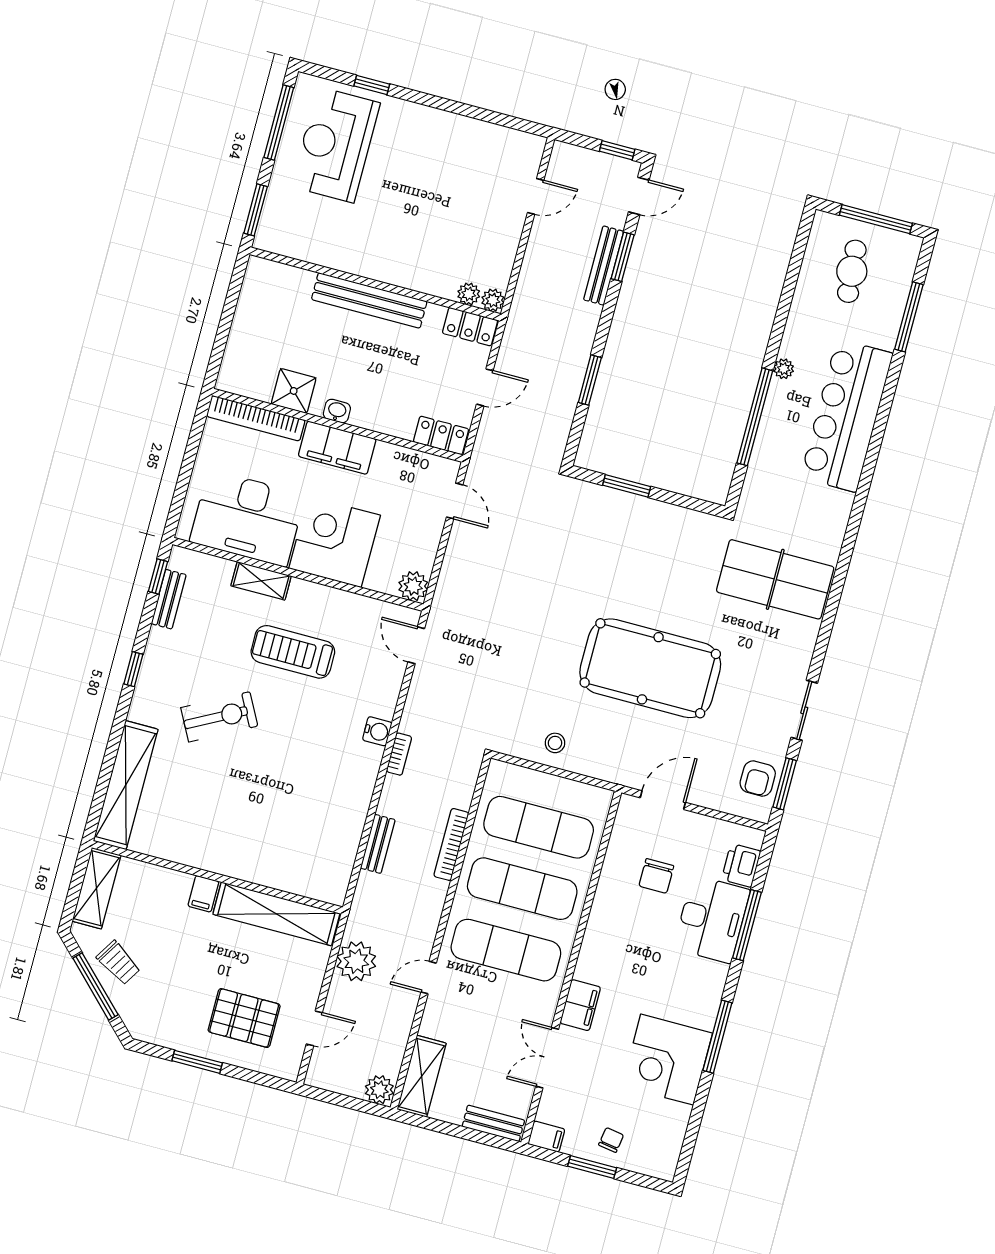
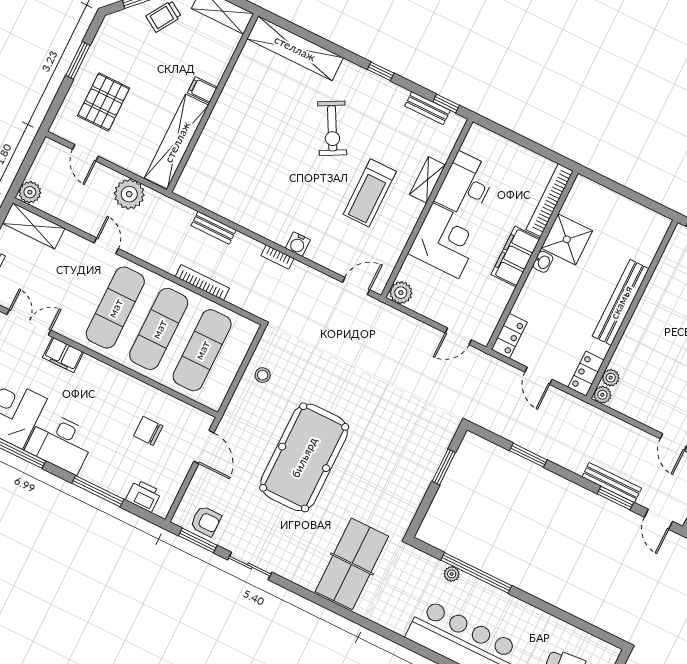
plant: (784, 369) -> (452, 574), moved
shower: (294, 391) -> (567, 239), width x1.36, depth x1.36
desk: (247, 518) -> (466, 185), width x0.73, depth x0.77
treadmill: (293, 652) -> (370, 193), turned 180
armchair: (758, 779) -> (206, 521), turned 180
desk: (712, 919) -> (60, 443), moved

